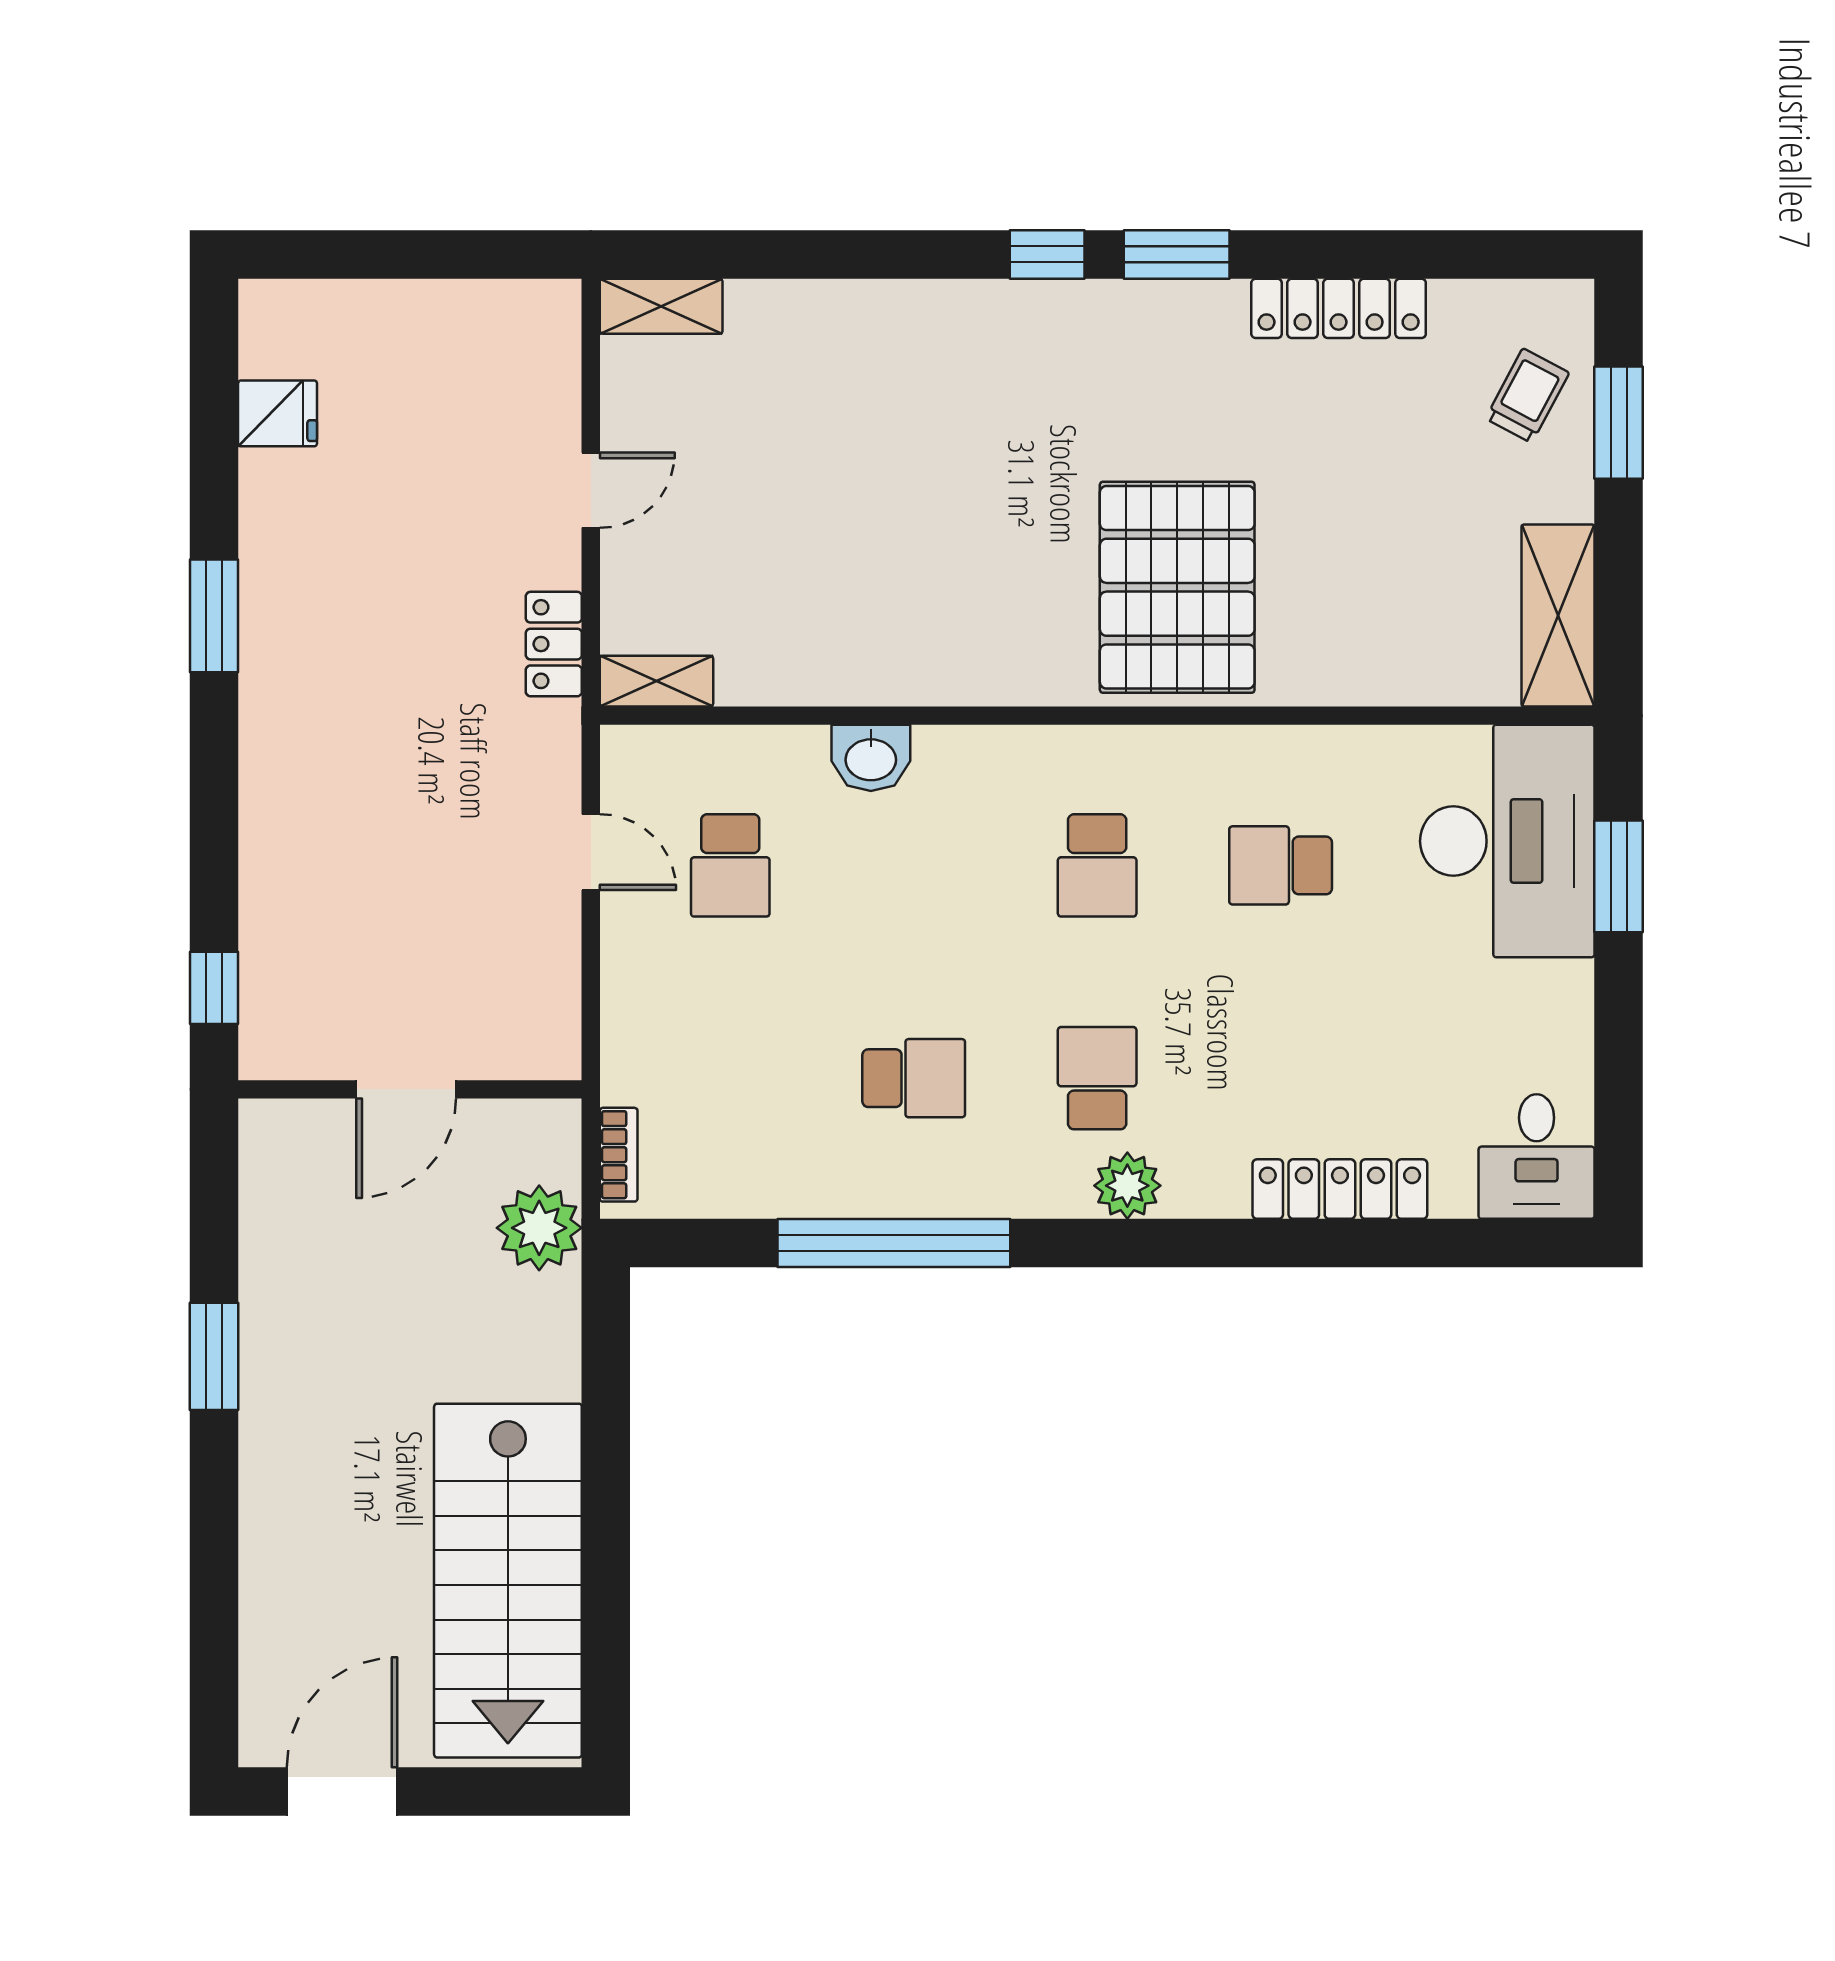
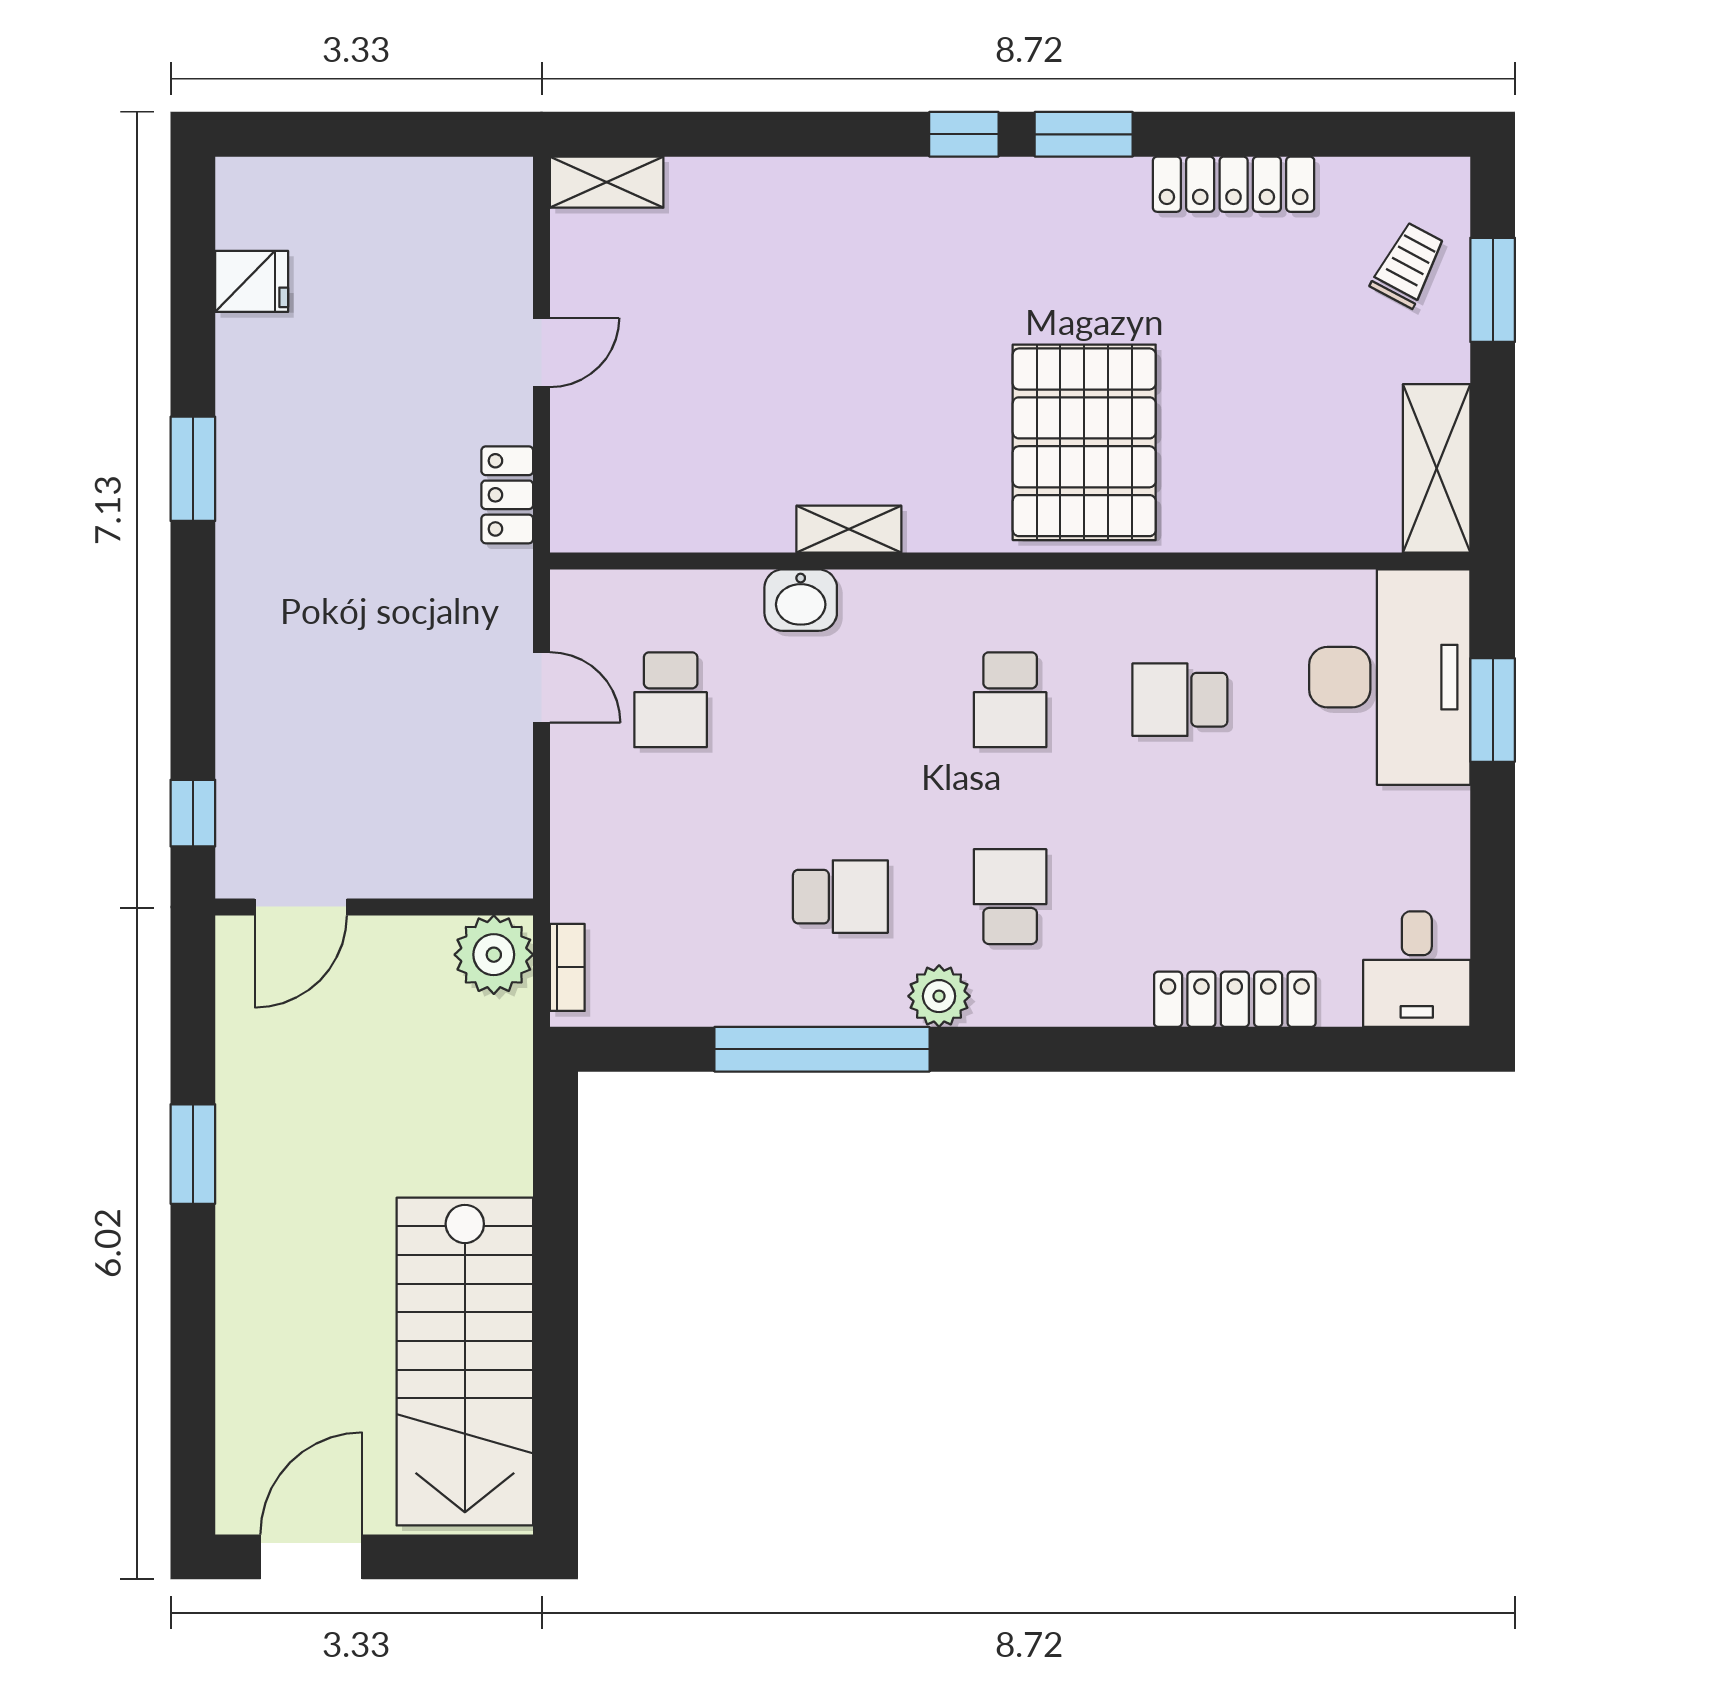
shelving: (656, 681) -> (849, 529), moved
door: (406, 1089) -> (301, 907), moved
plant: (1127, 1186) -> (939, 996), moved
plant: (539, 1228) -> (494, 955), moved

